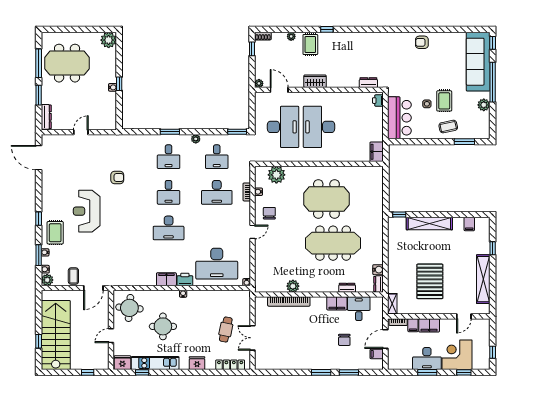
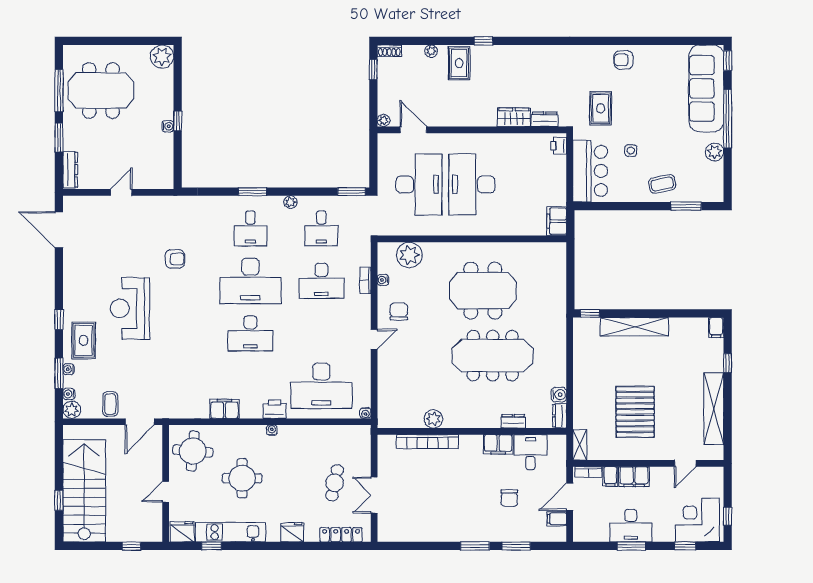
wardrobe: (315, 81) -> (514, 117), moved
rug: (444, 101) -> (601, 108), moved
desk: (169, 192) -> (250, 281), width x1.87, depth x1.30
filing cabinet: (469, 224) -> (716, 327), moved
filing cabinet: (166, 279) -> (224, 409), moved
corner desk: (457, 355) -> (697, 520), moved

